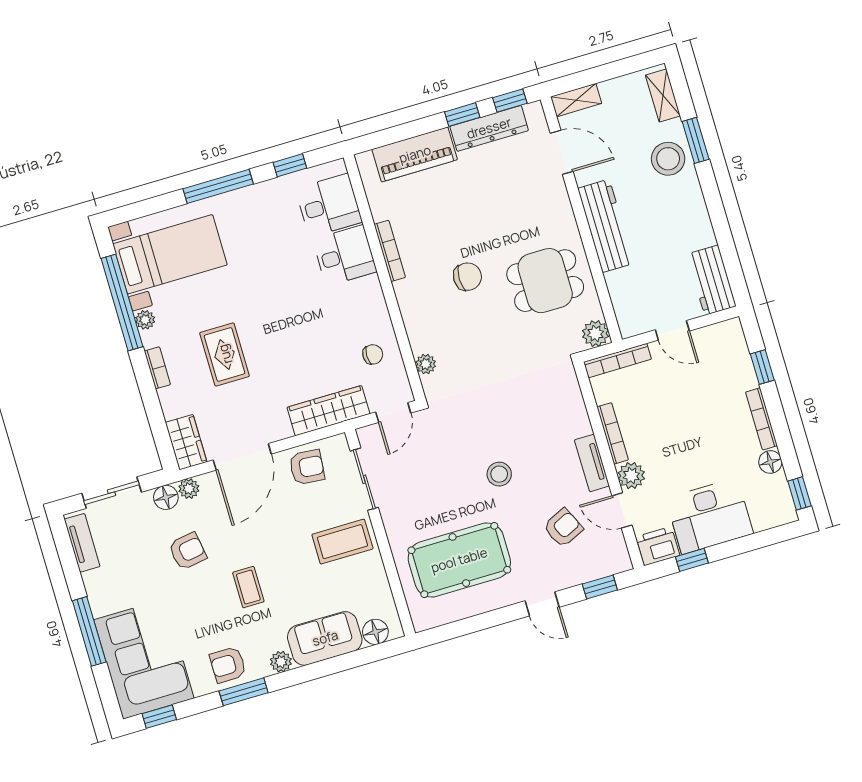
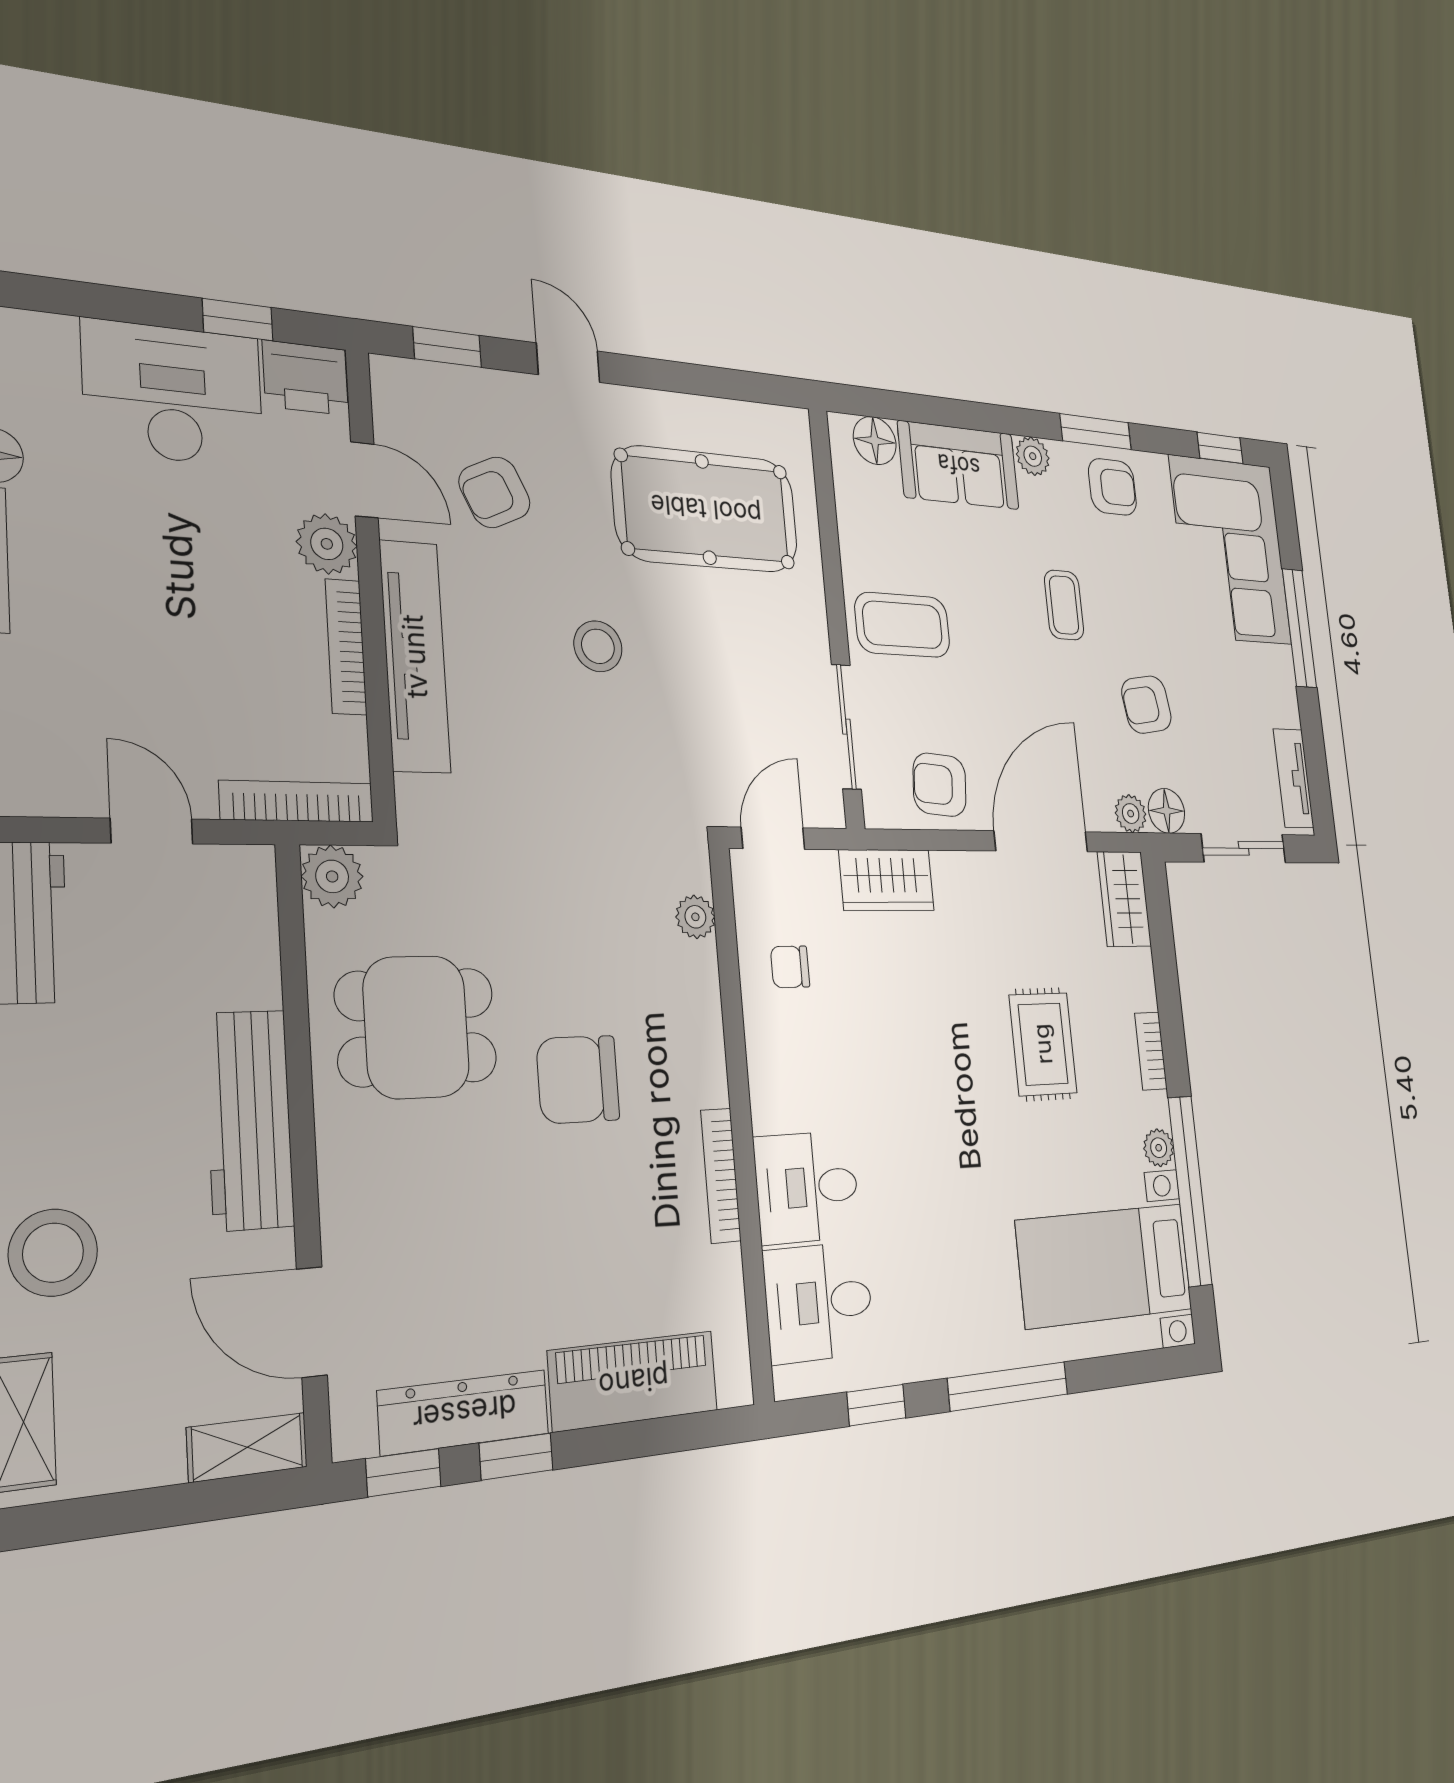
chair: (467, 277) -> (578, 1079), width x1.37, depth x1.37
wardrobe: (328, 411) -> (887, 880), width x0.67
tv unit: (592, 463) -> (415, 656), width x1.92, depth x1.29

